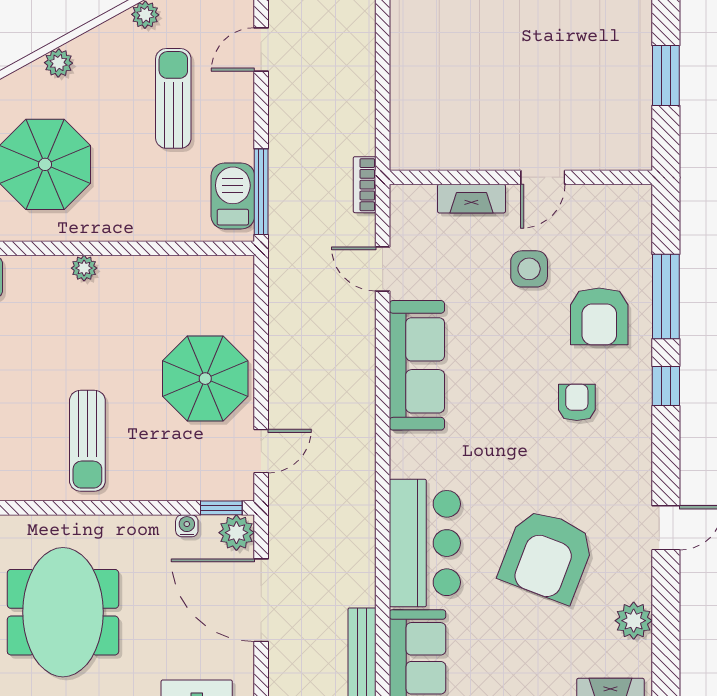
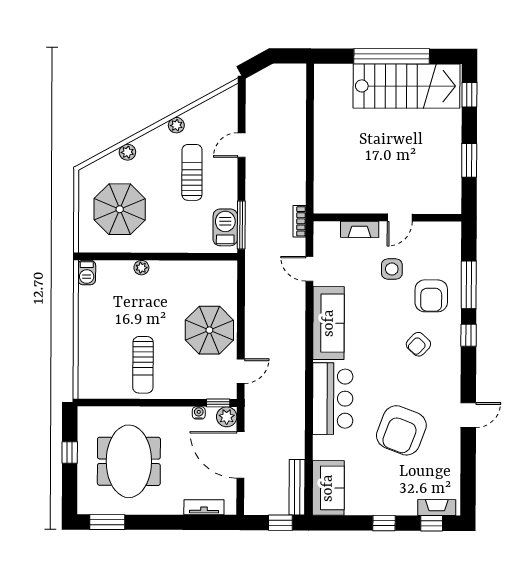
armchair: (577, 402) -> (418, 344), turned -137
bar counter: (425, 543) -> (333, 399), moved
plant: (634, 621) -> (450, 467), removed

